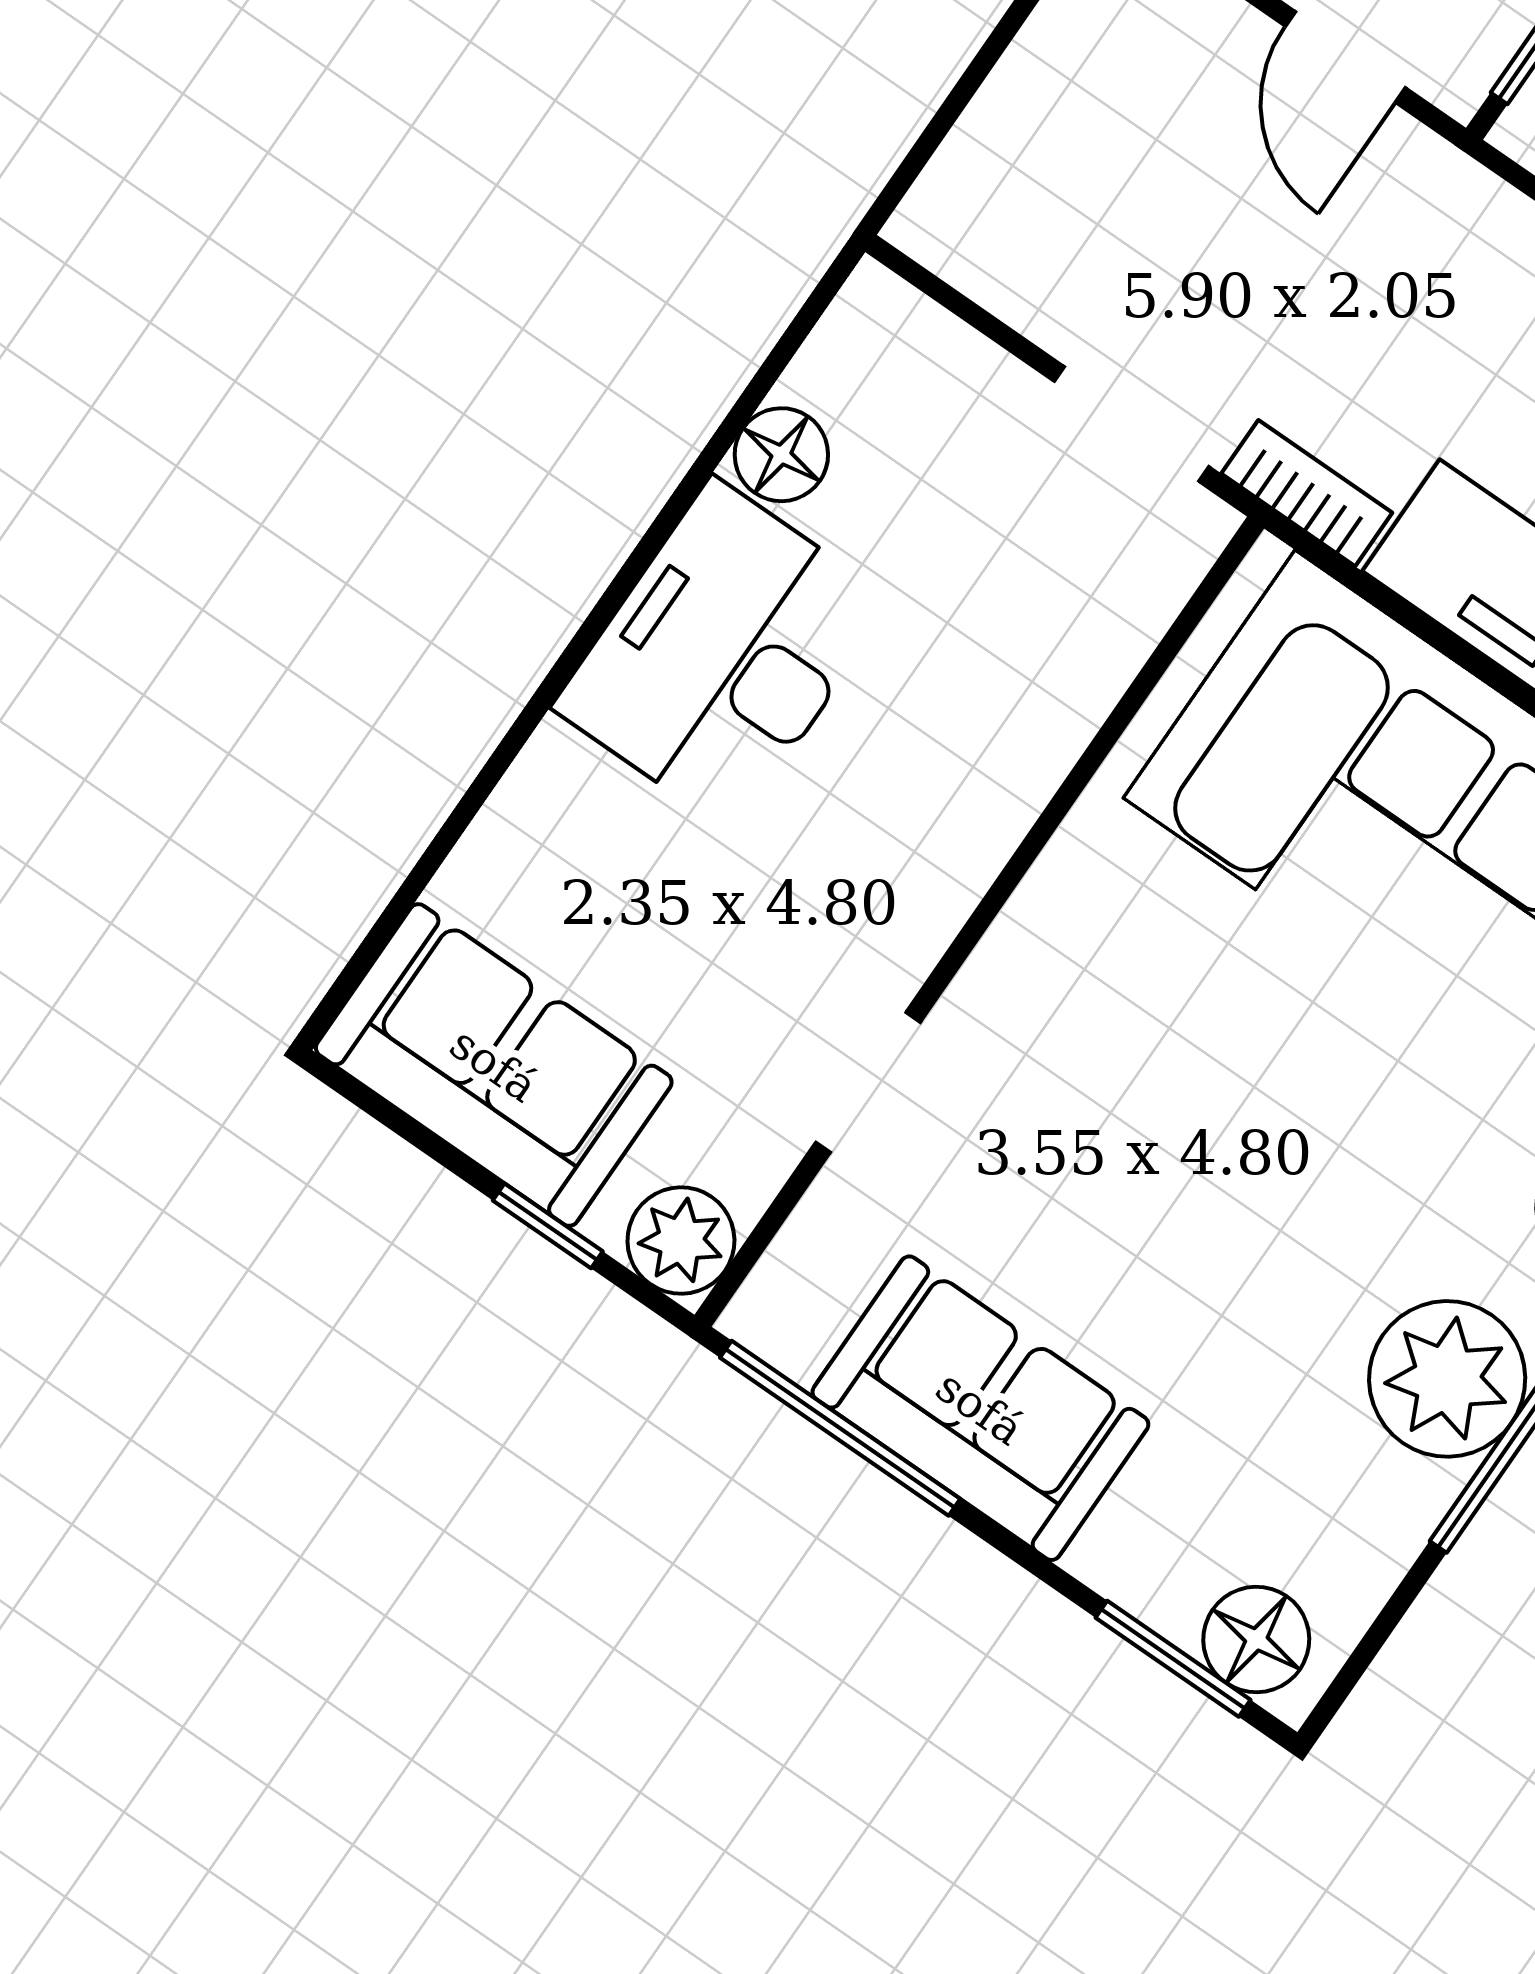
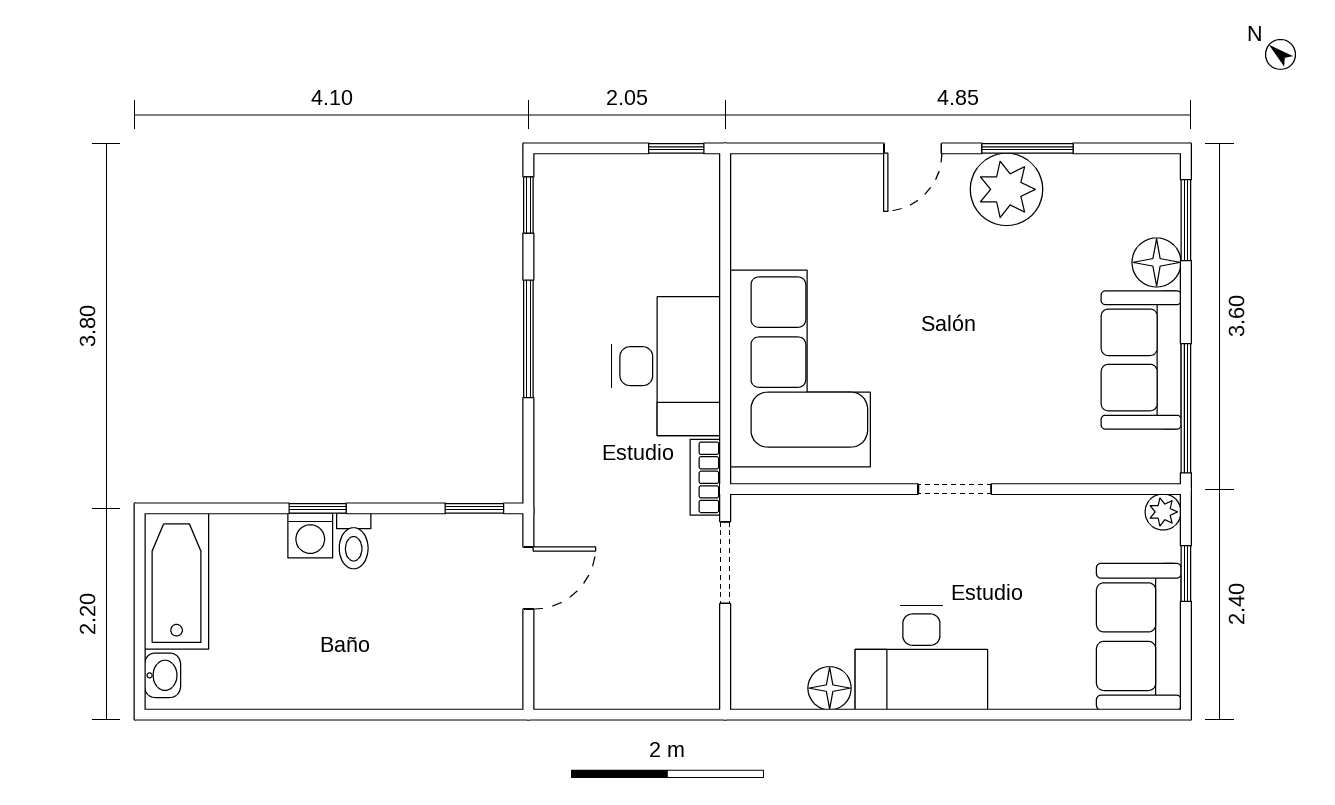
doorway: (868, 1082) -> (955, 489), moved
plant: (681, 1241) -> (1163, 512), width x0.73, depth x0.73
floor lamp: (1256, 1639) -> (1157, 262), moved

